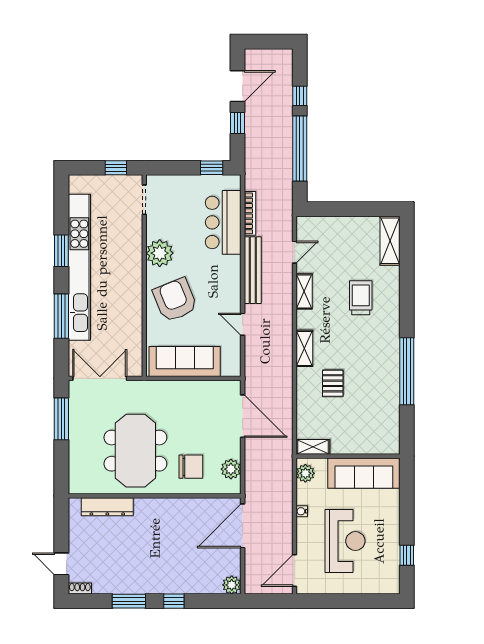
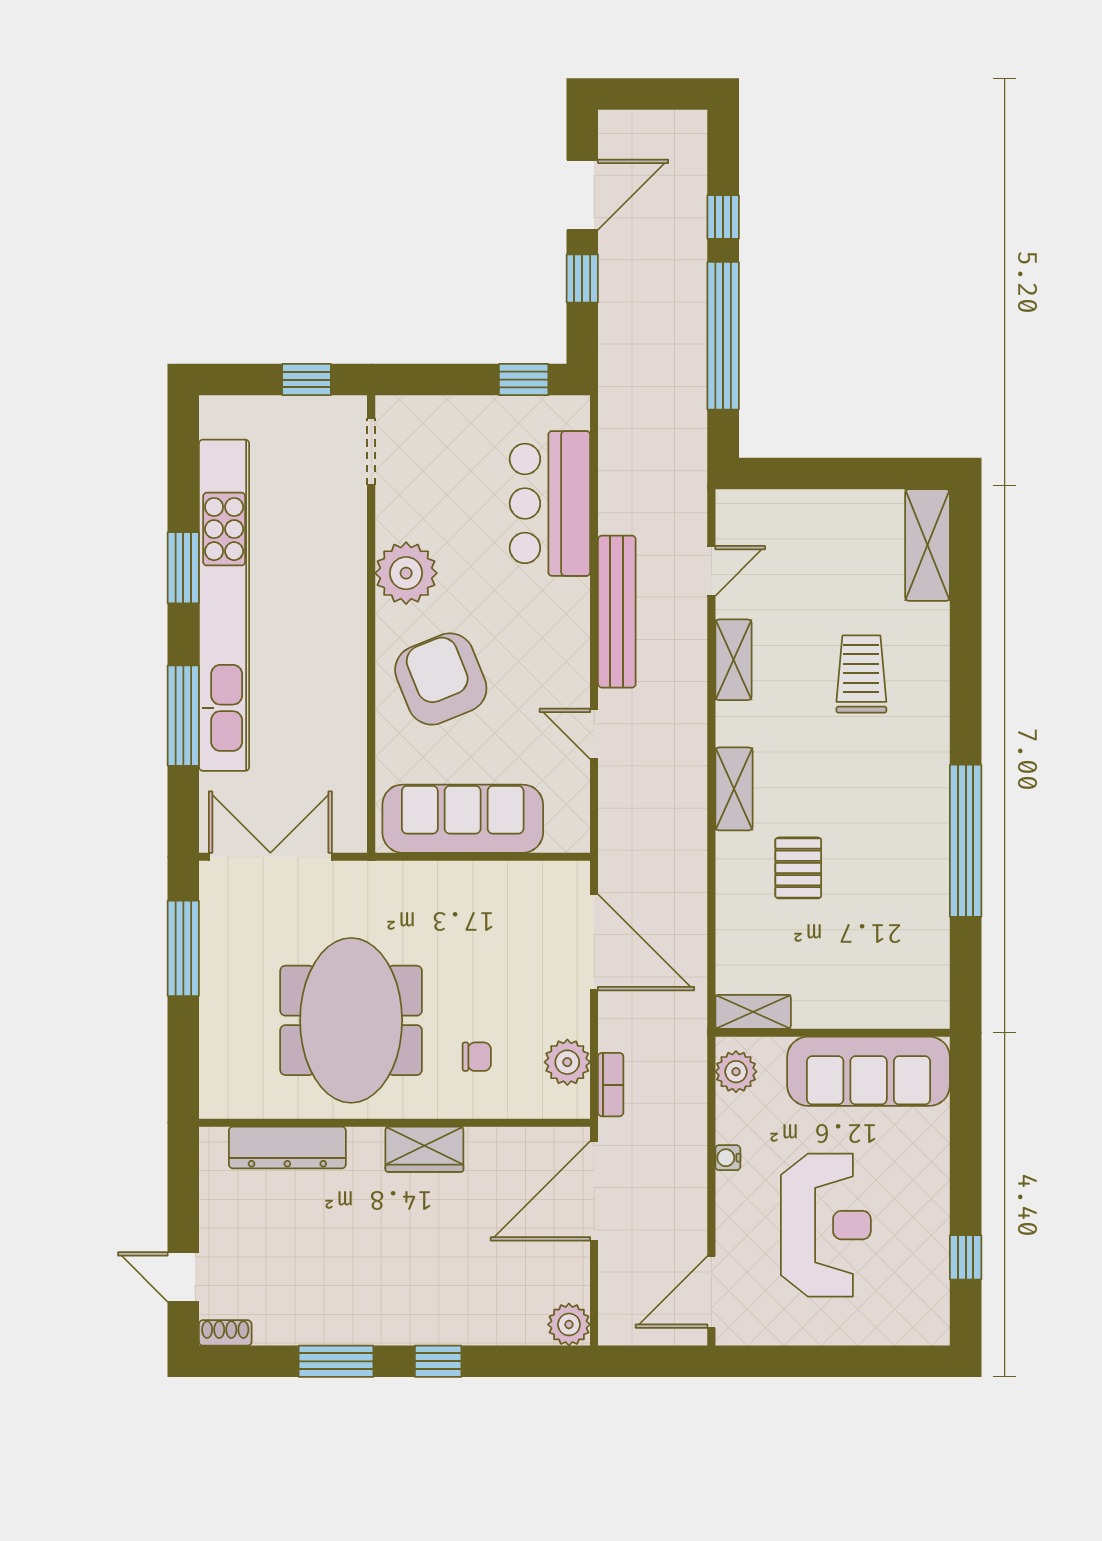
bookcase: (250, 213) -> (611, 1085), moved, width x0.64
chair: (191, 467) -> (477, 1057), width x0.54, depth x0.54
wardrobe: (168, 508) -> (424, 1149), added

